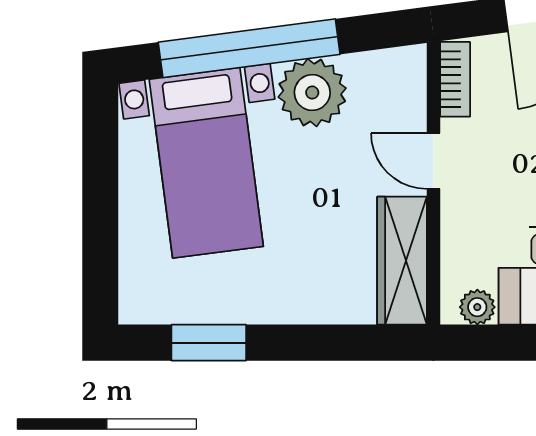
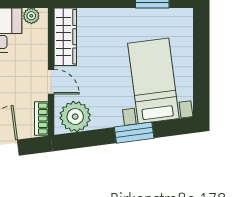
window: (249, 48) -> (134, 133), width x0.47
plant: (312, 93) -> (75, 117), moved

